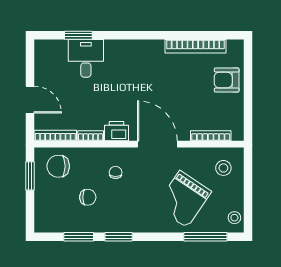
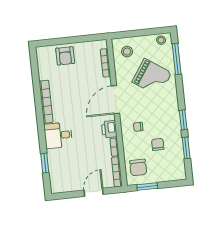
bookcase: (195, 46) -> (46, 102), moved
desk: (86, 58) -> (58, 135), moved

